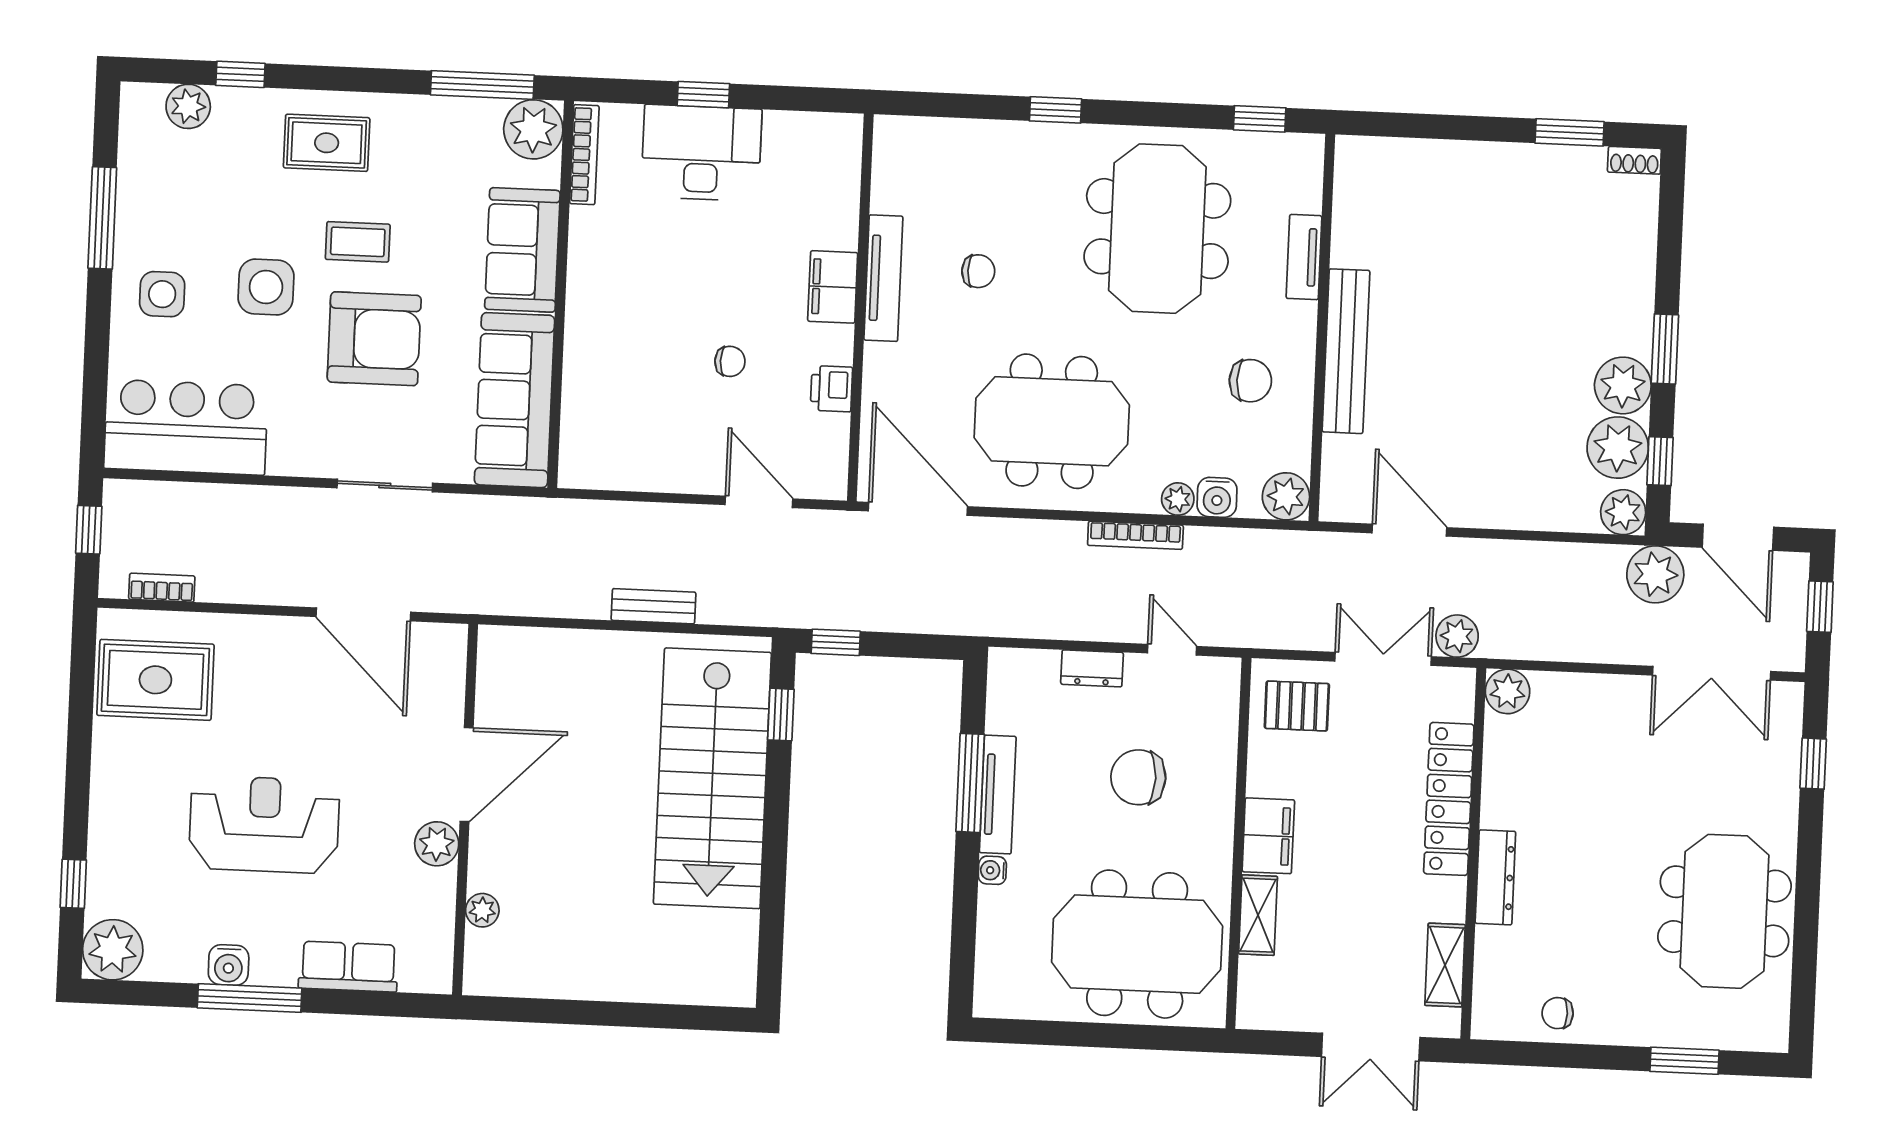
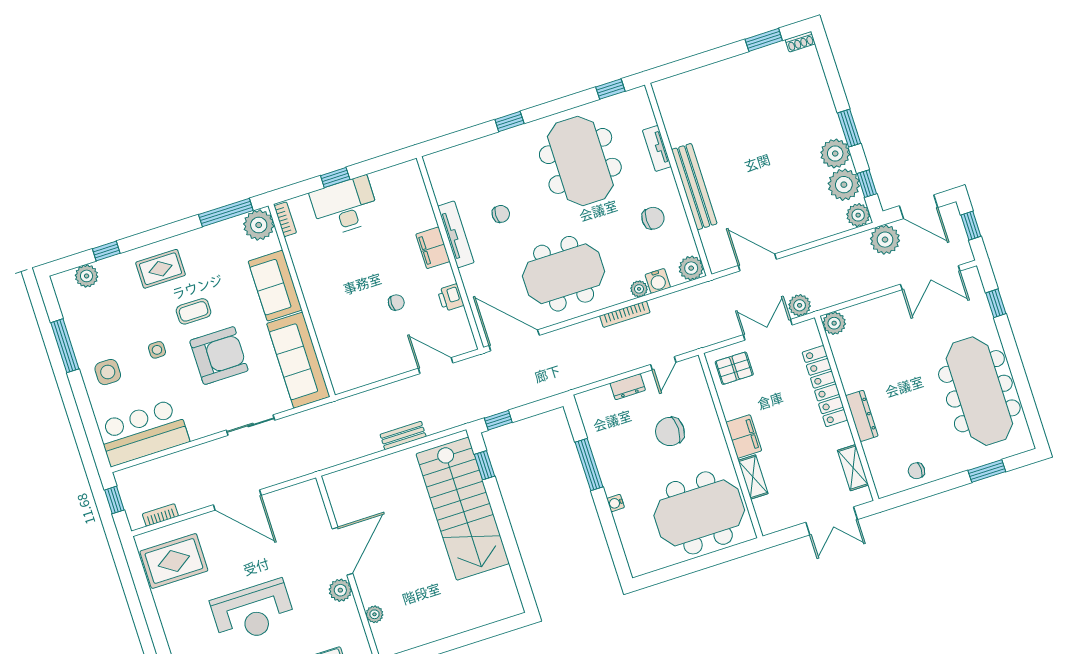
bookcase: (584, 155) -> (285, 219), width x0.64
side table: (266, 287) -> (157, 350), width x0.54, depth x0.54
door: (363, 614) -> (237, 500), moved
door: (1172, 650) -> (663, 363), swing flipped
tv unit: (998, 795) -> (605, 465), removed
reception desk: (264, 824) -> (253, 612), turned 180
meeting table: (1724, 911) -> (979, 391), width x1.36

